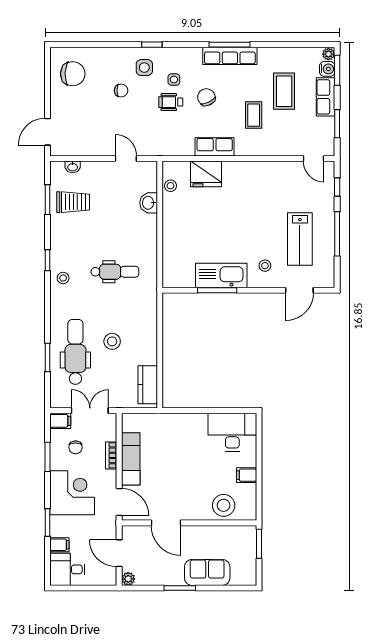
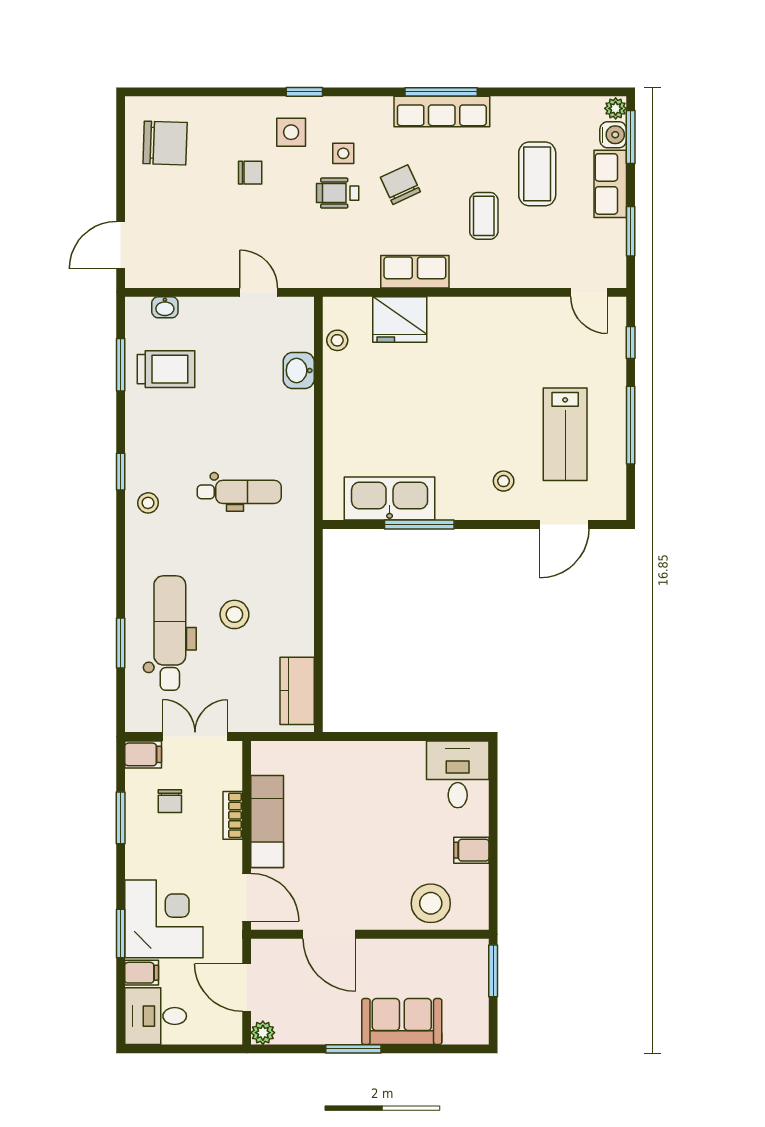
kitchen sink: (221, 276) -> (390, 499), moved
desk: (232, 432) -> (458, 774), width x0.73
corner desk: (72, 493) -> (164, 919), moved

